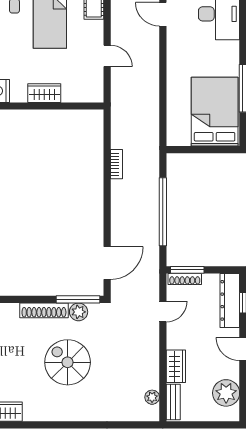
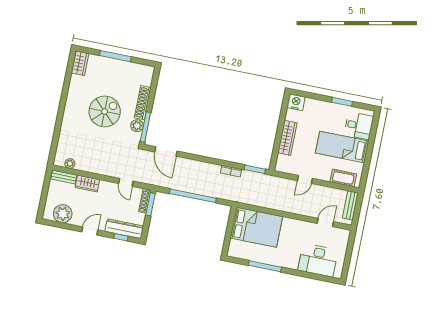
wardrobe: (44, 93) -> (287, 138), width x1.50
bed: (215, 112) -> (256, 227), moved
window: (107, 131) -> (255, 169), added

